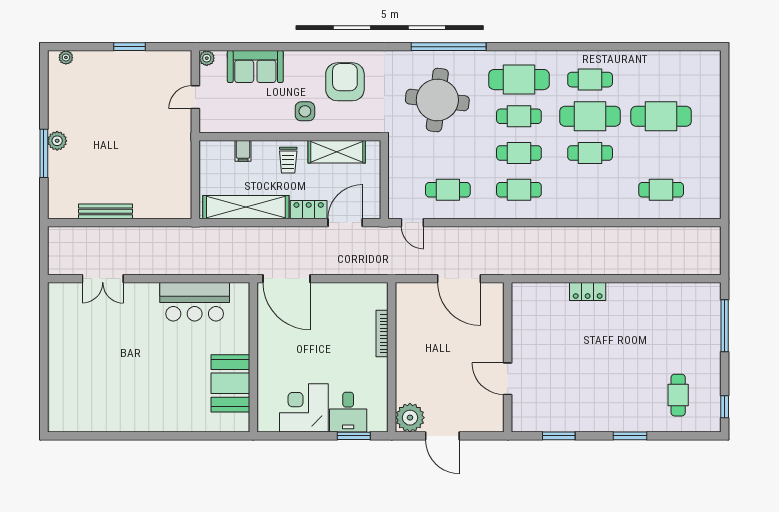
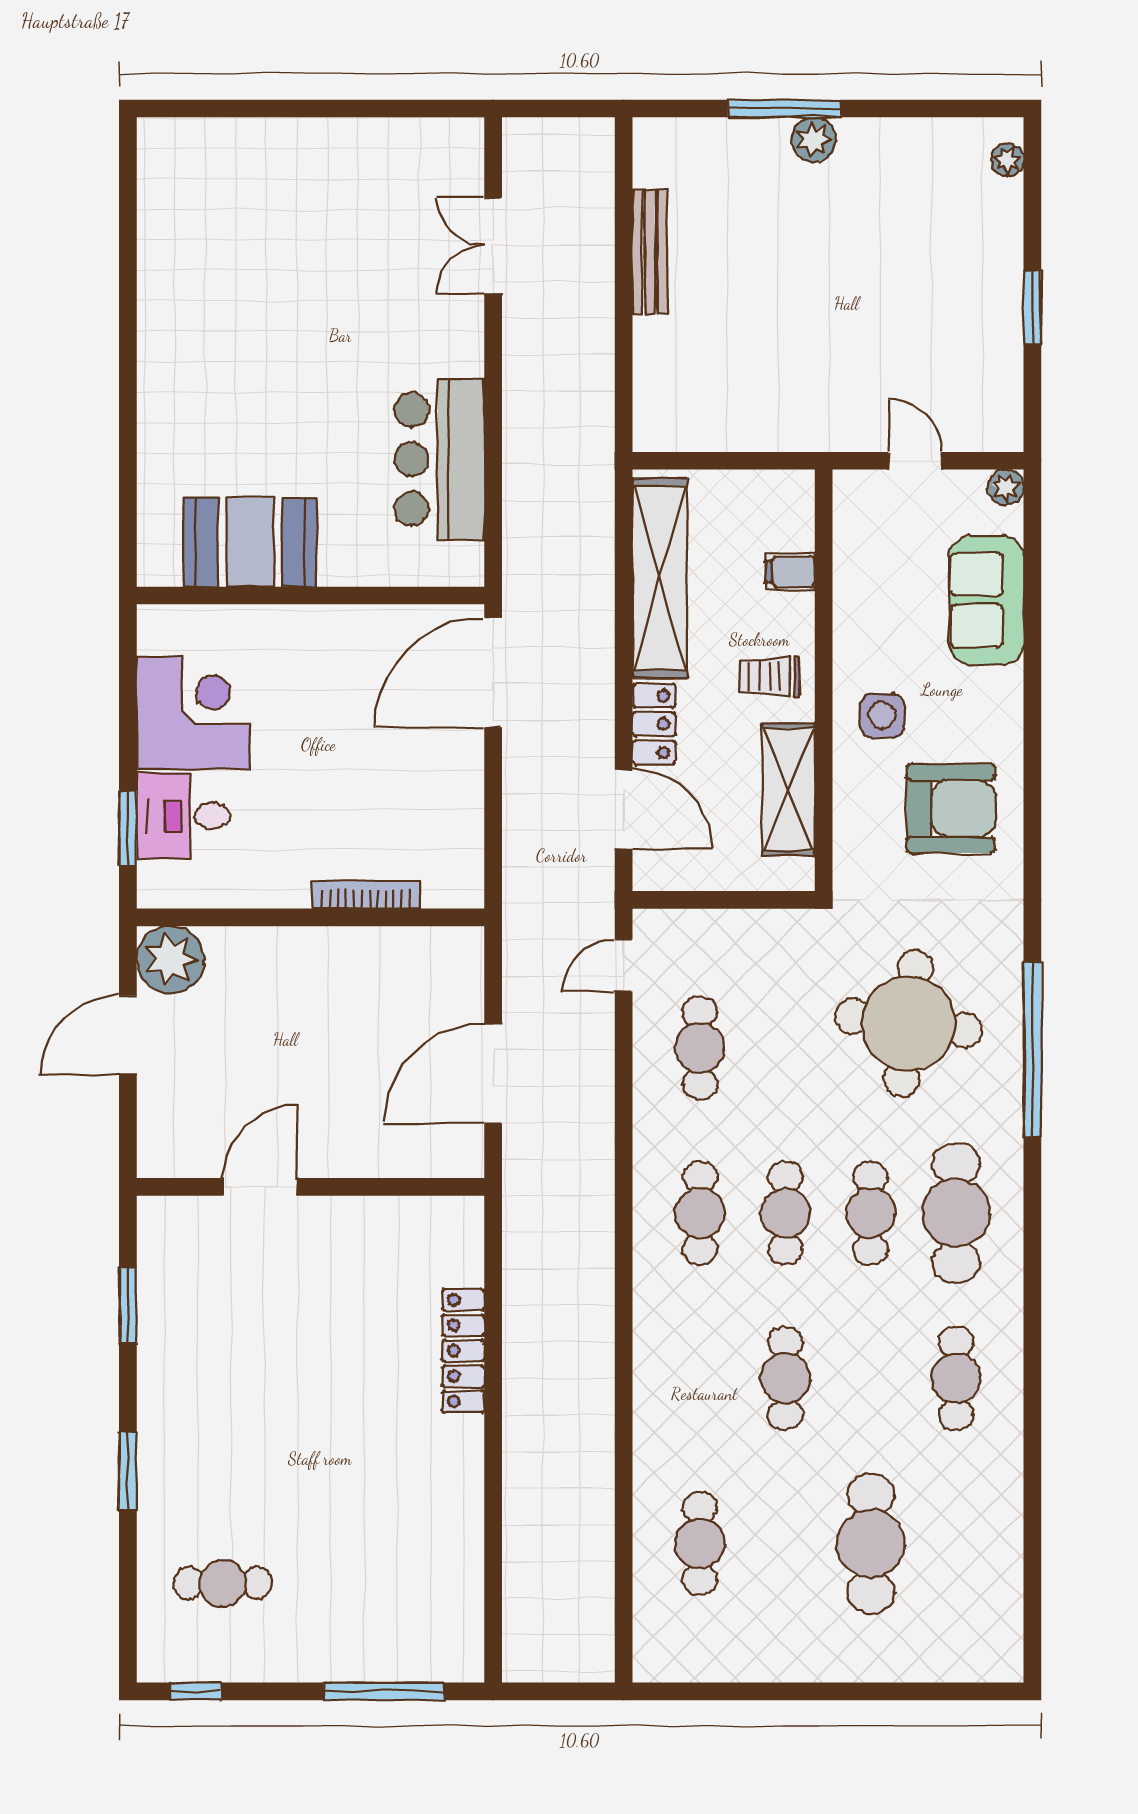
cafe table: (590, 116) -> (871, 1378), removed
locker: (588, 291) -> (463, 1351), width x1.53

